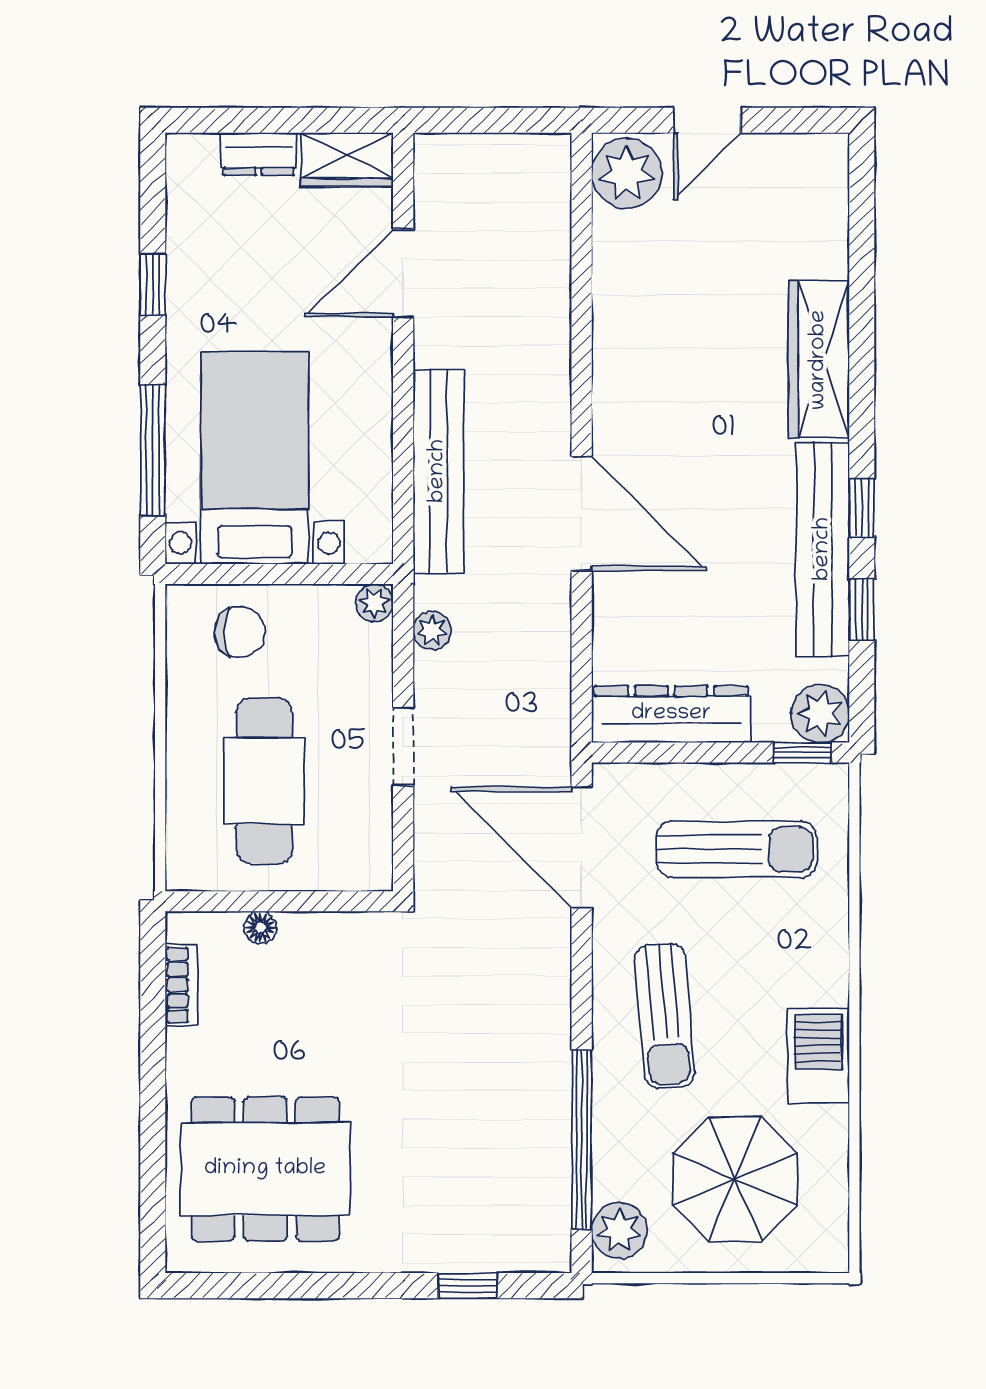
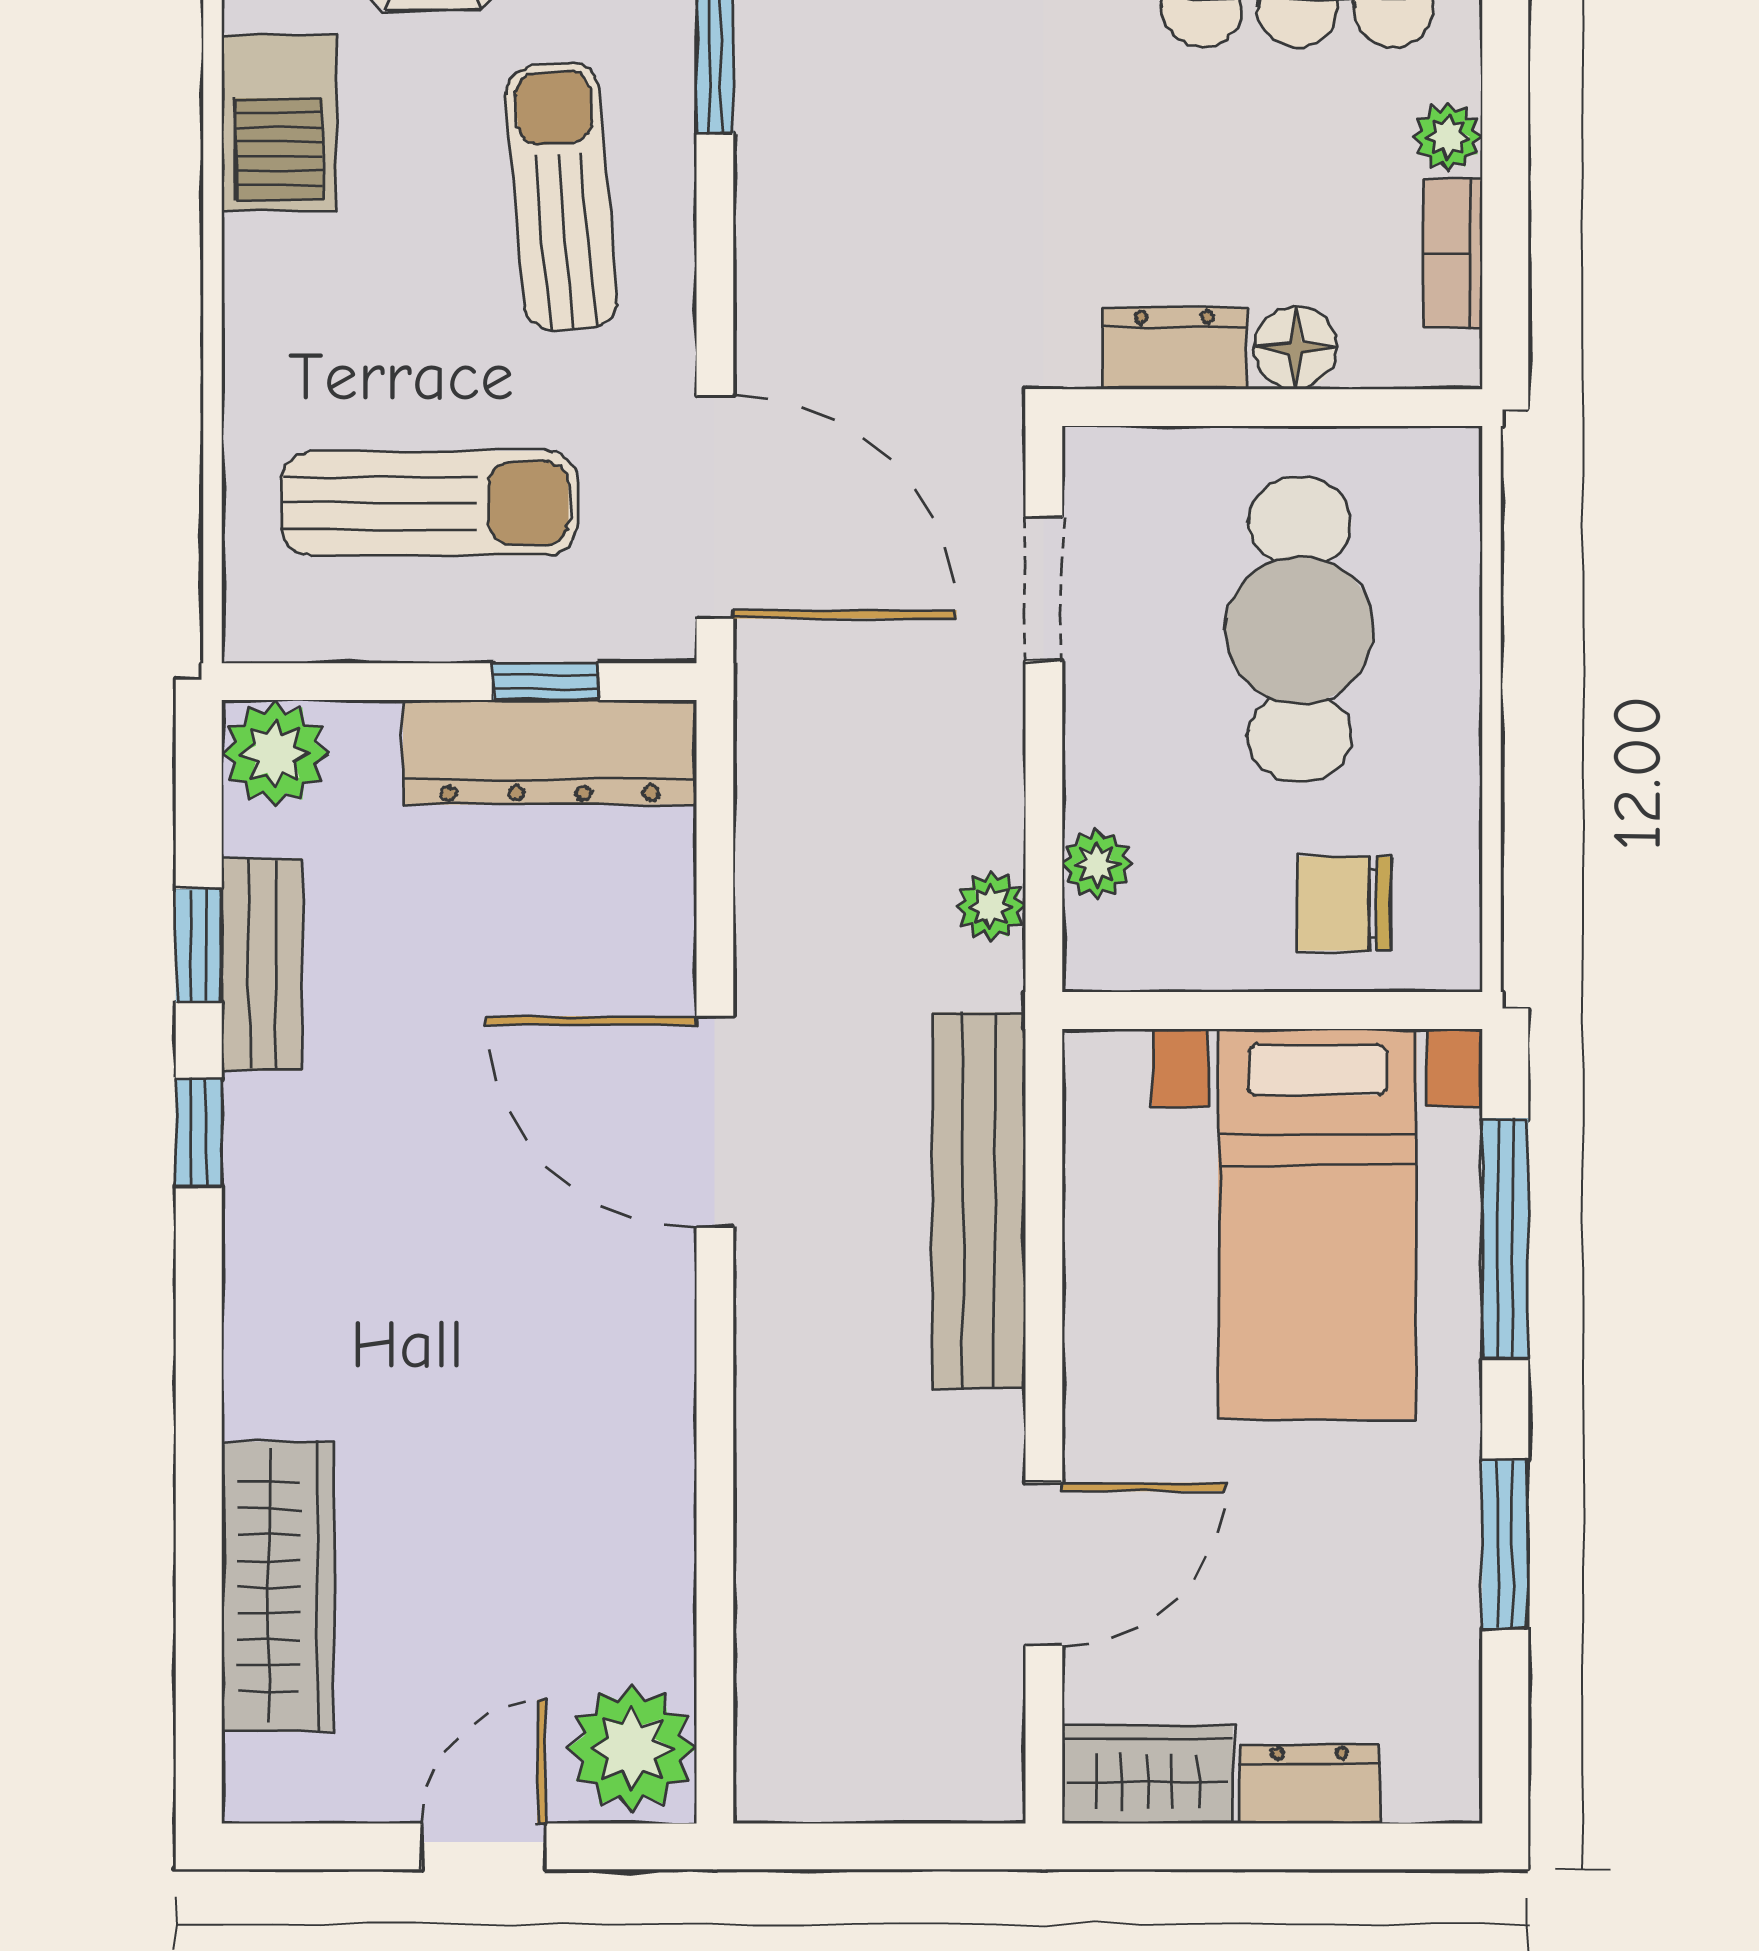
window: (153, 285) -> (1505, 1544), width x1.50
wardrobe: (819, 360) -> (278, 1587), moved
bench: (823, 549) -> (262, 964), width x0.54, depth x0.82
plant: (374, 603) -> (1097, 864), moved
doorway: (403, 746) -> (1044, 589), moved
window: (802, 753) -> (546, 682), moved
sun lounger: (737, 849) -> (429, 503), turned 180
floor lamp: (260, 928) -> (1296, 348), width x1.37, depth x1.37
dresser: (332, 933) -> (1175, 349), added
plant: (184, 1048) -> (1448, 137), added

